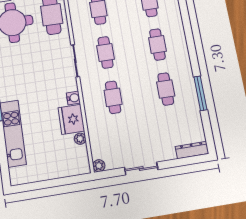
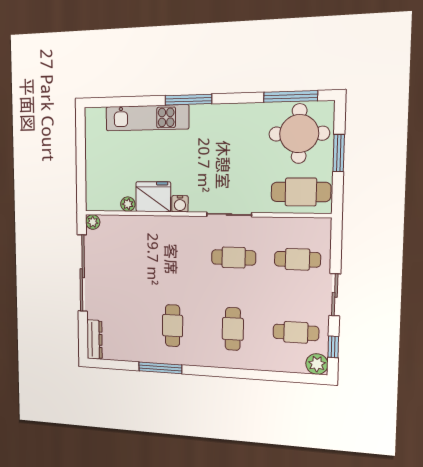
cafe table: (157, 45) -> (233, 329), turned 90
cafe table: (166, 89) -> (173, 326), turned 90
cafe table: (113, 97) -> (173, 256), removed
sliding door: (141, 168) -> (82, 273), width x1.86

